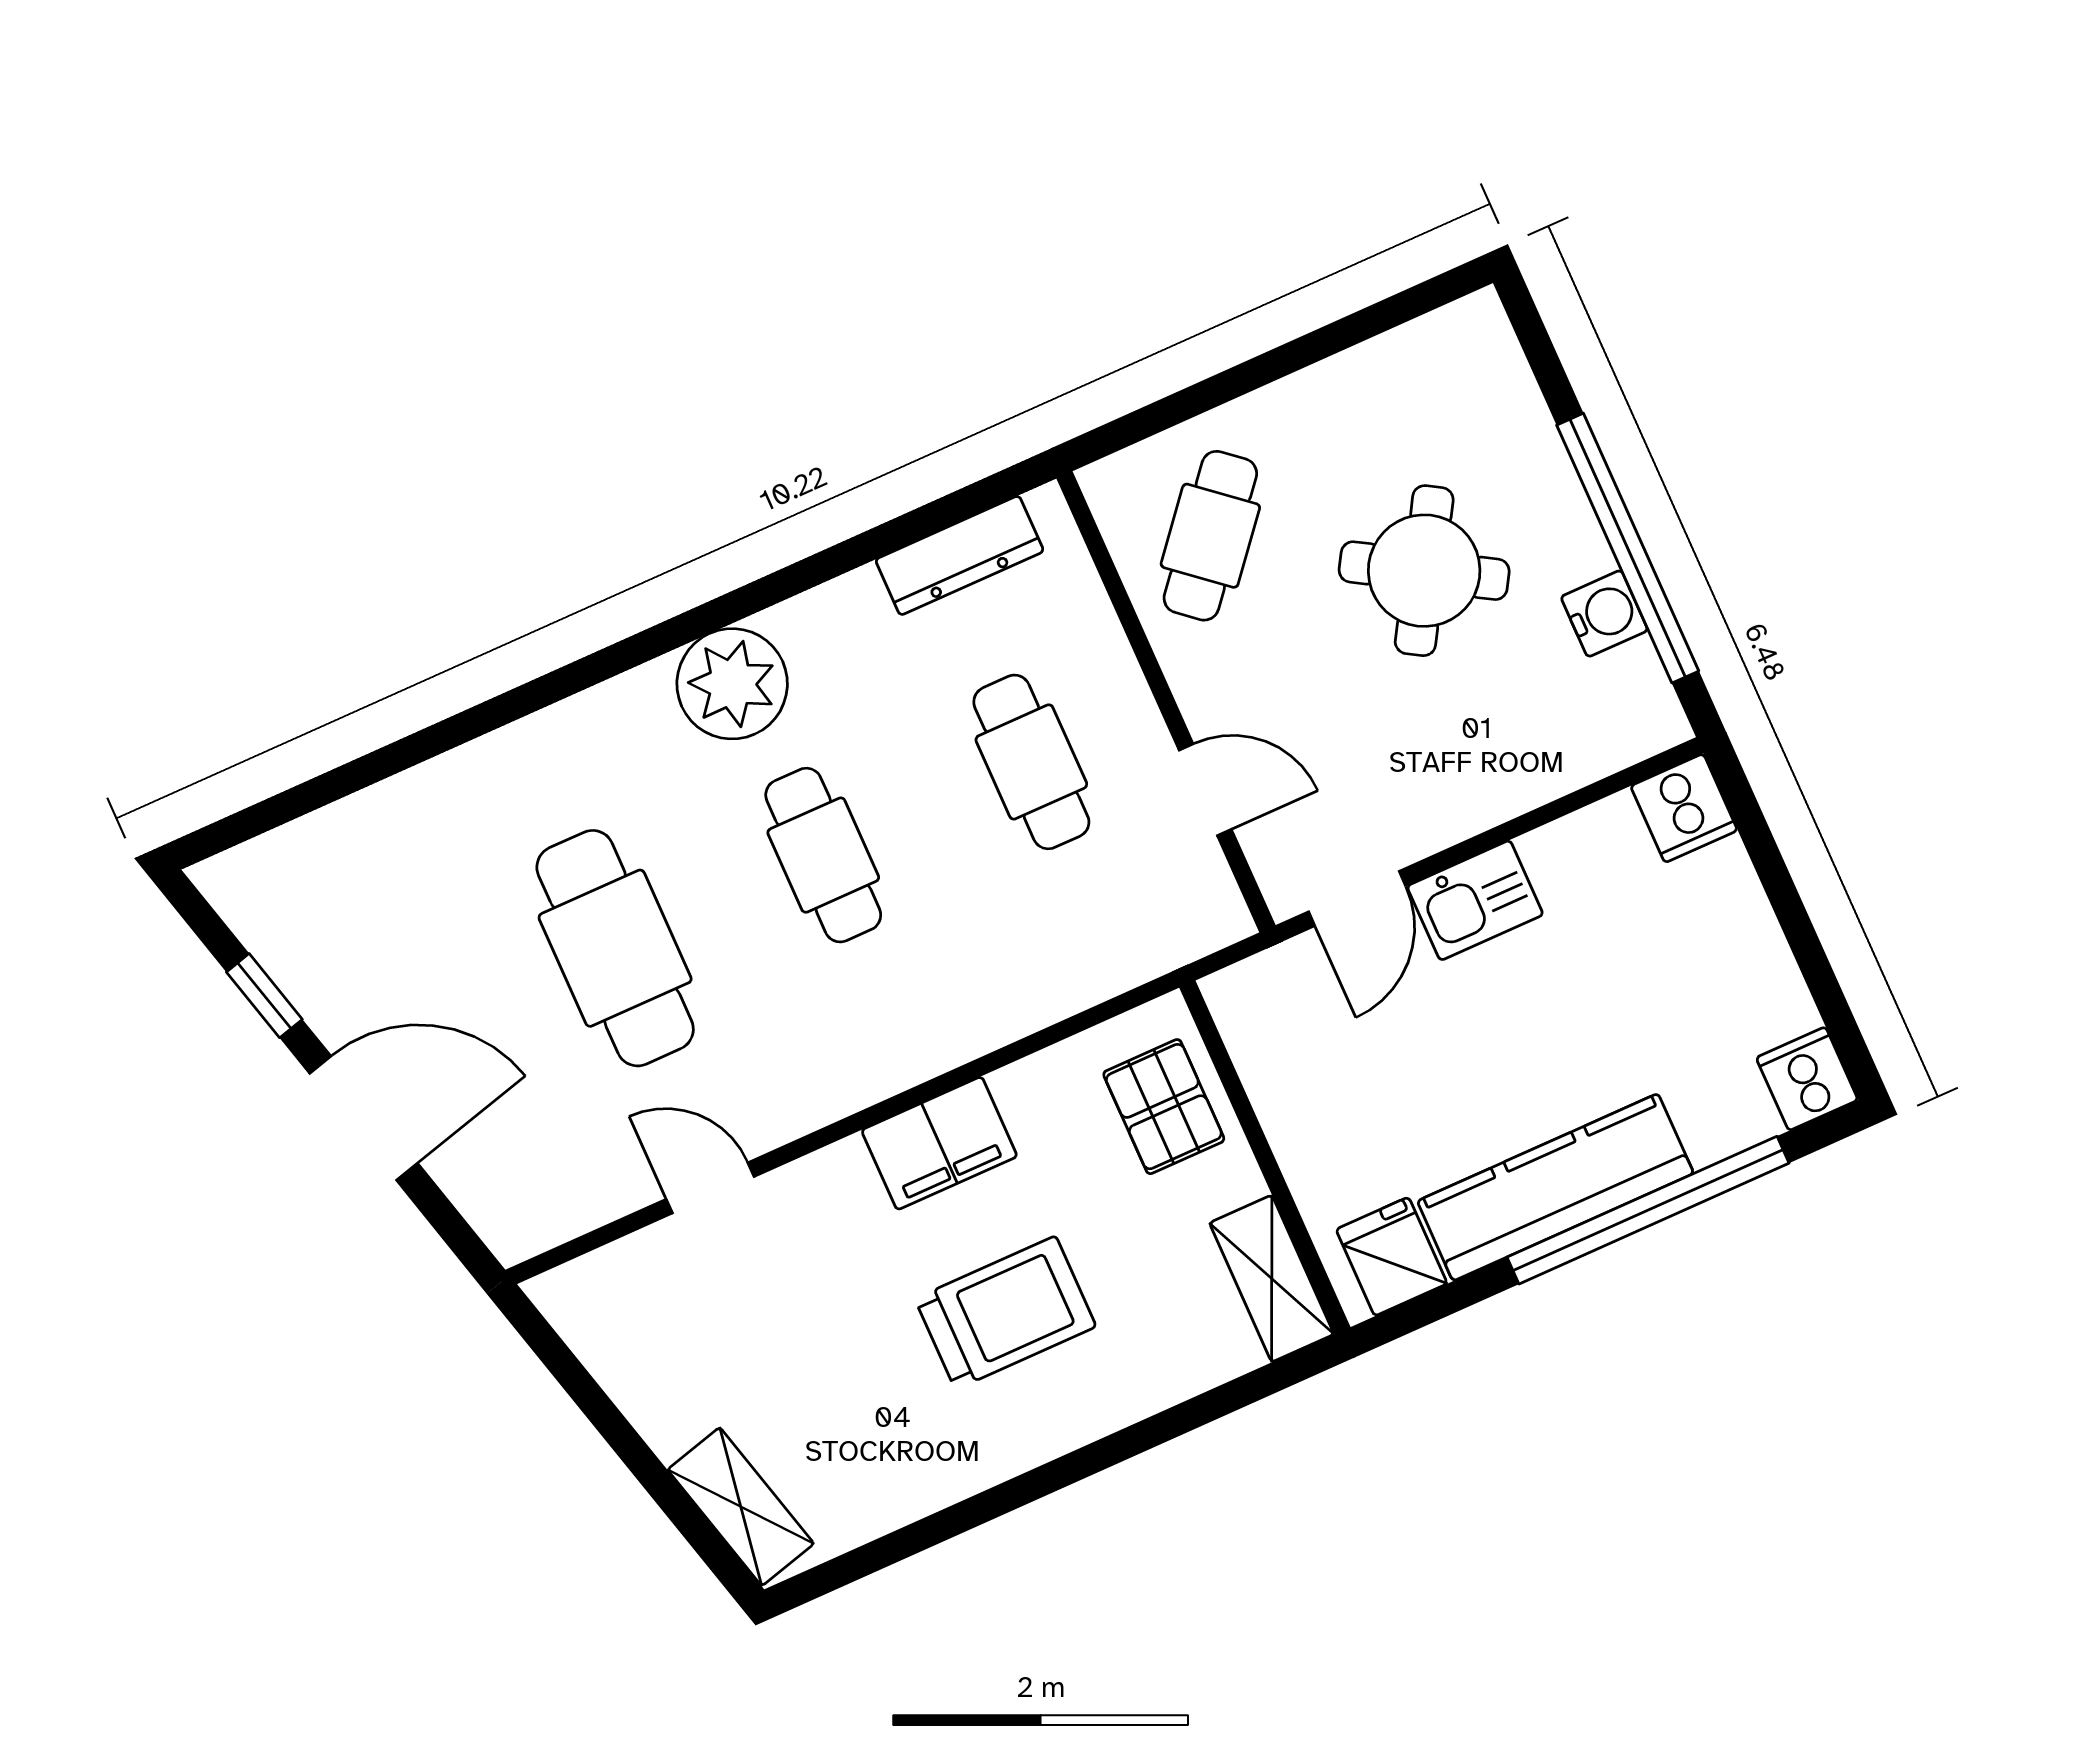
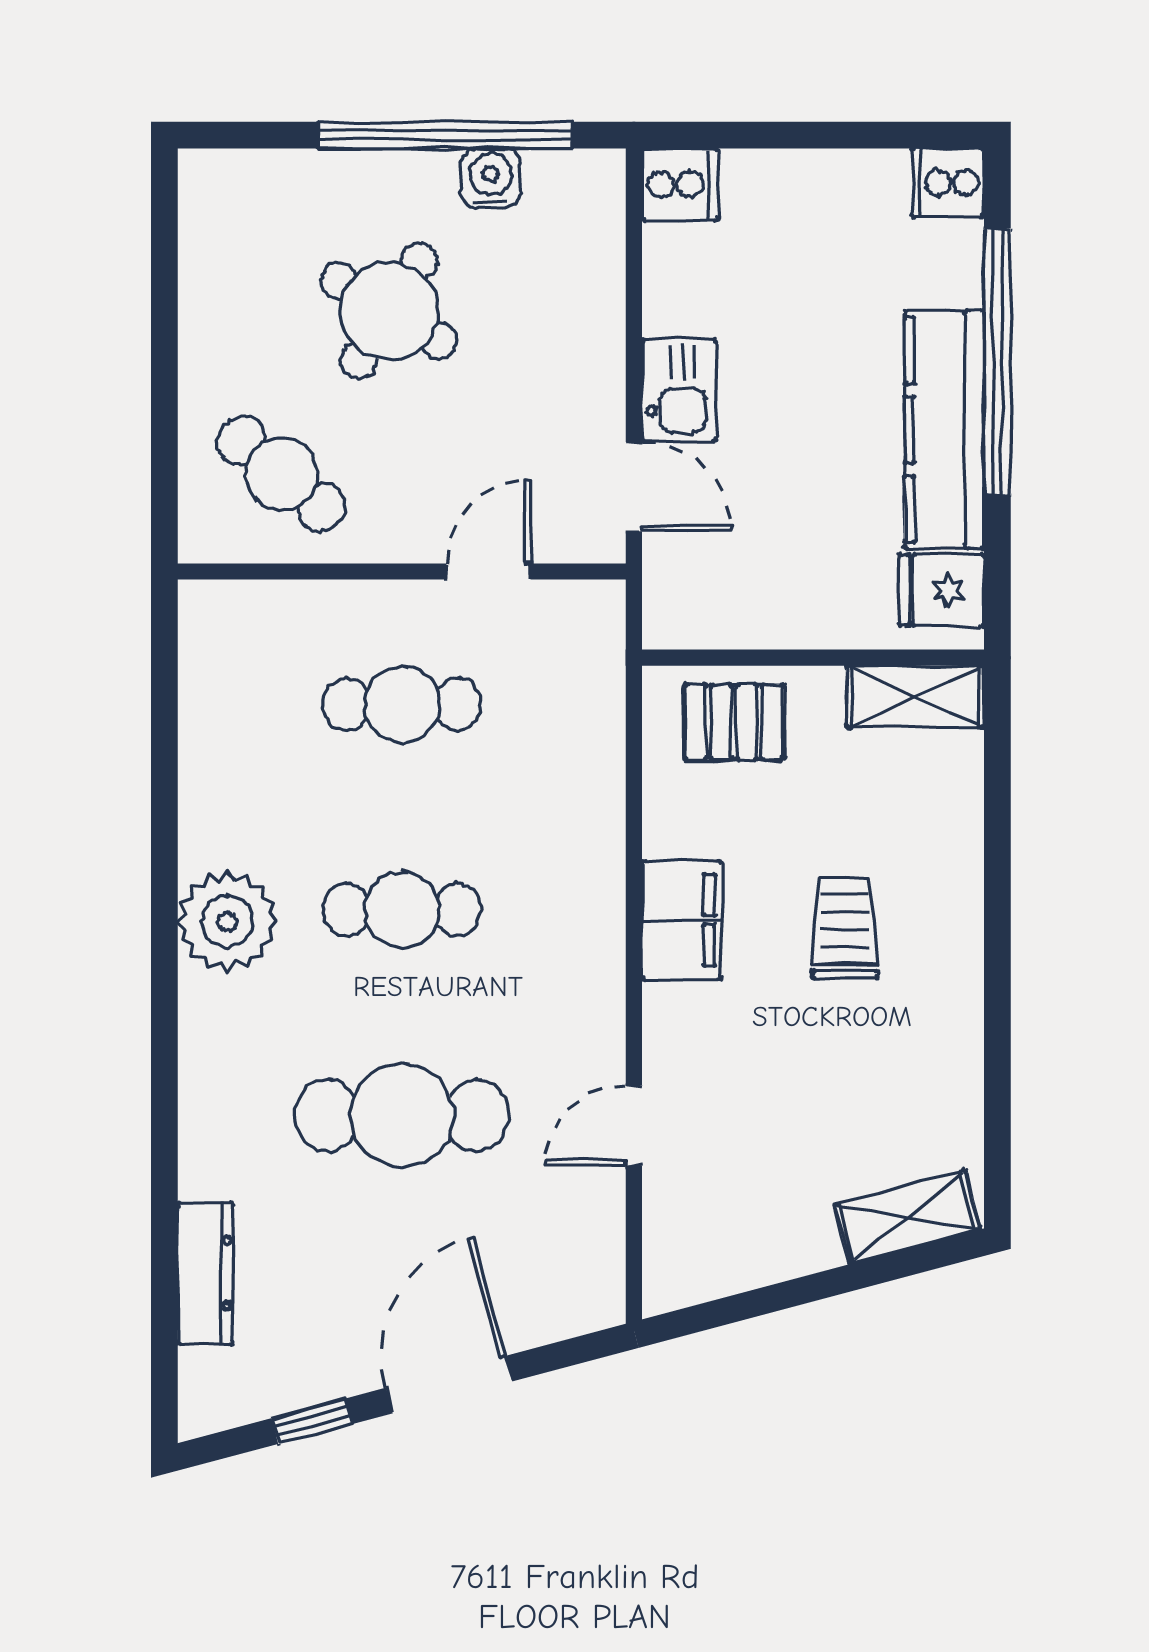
dresser: (960, 555) -> (205, 1273), moved
trolley: (1005, 1313) -> (845, 928), width x0.73, depth x0.72

